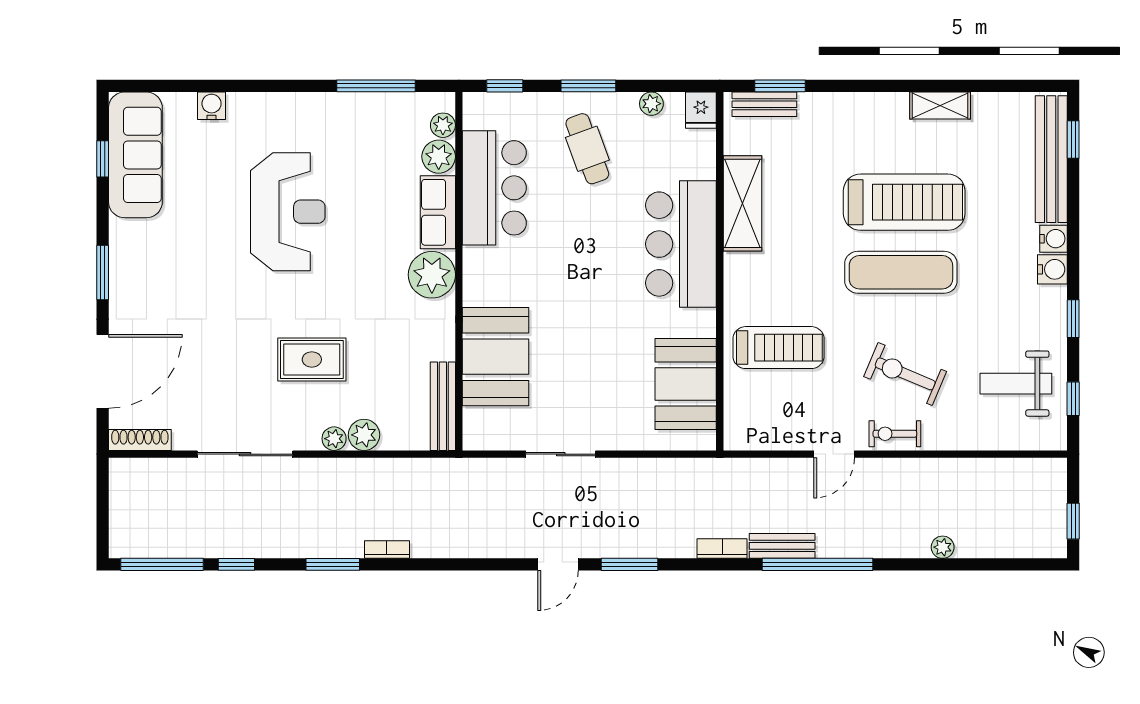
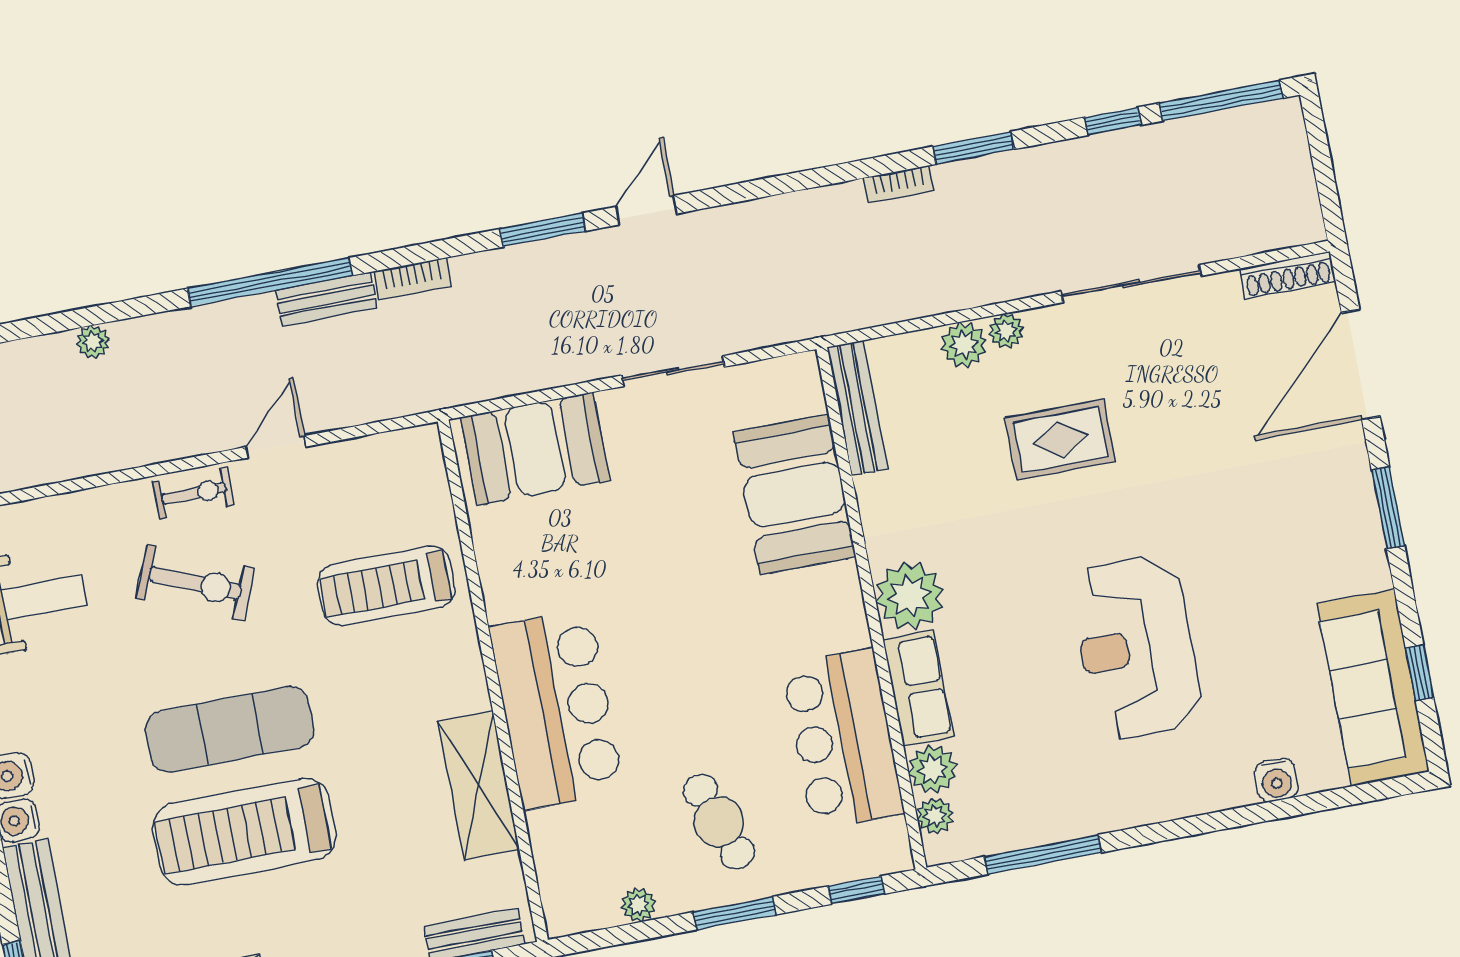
fridge: (701, 110) -> (565, 909), removed
booth: (686, 384) -> (535, 449), moved, turned 90

